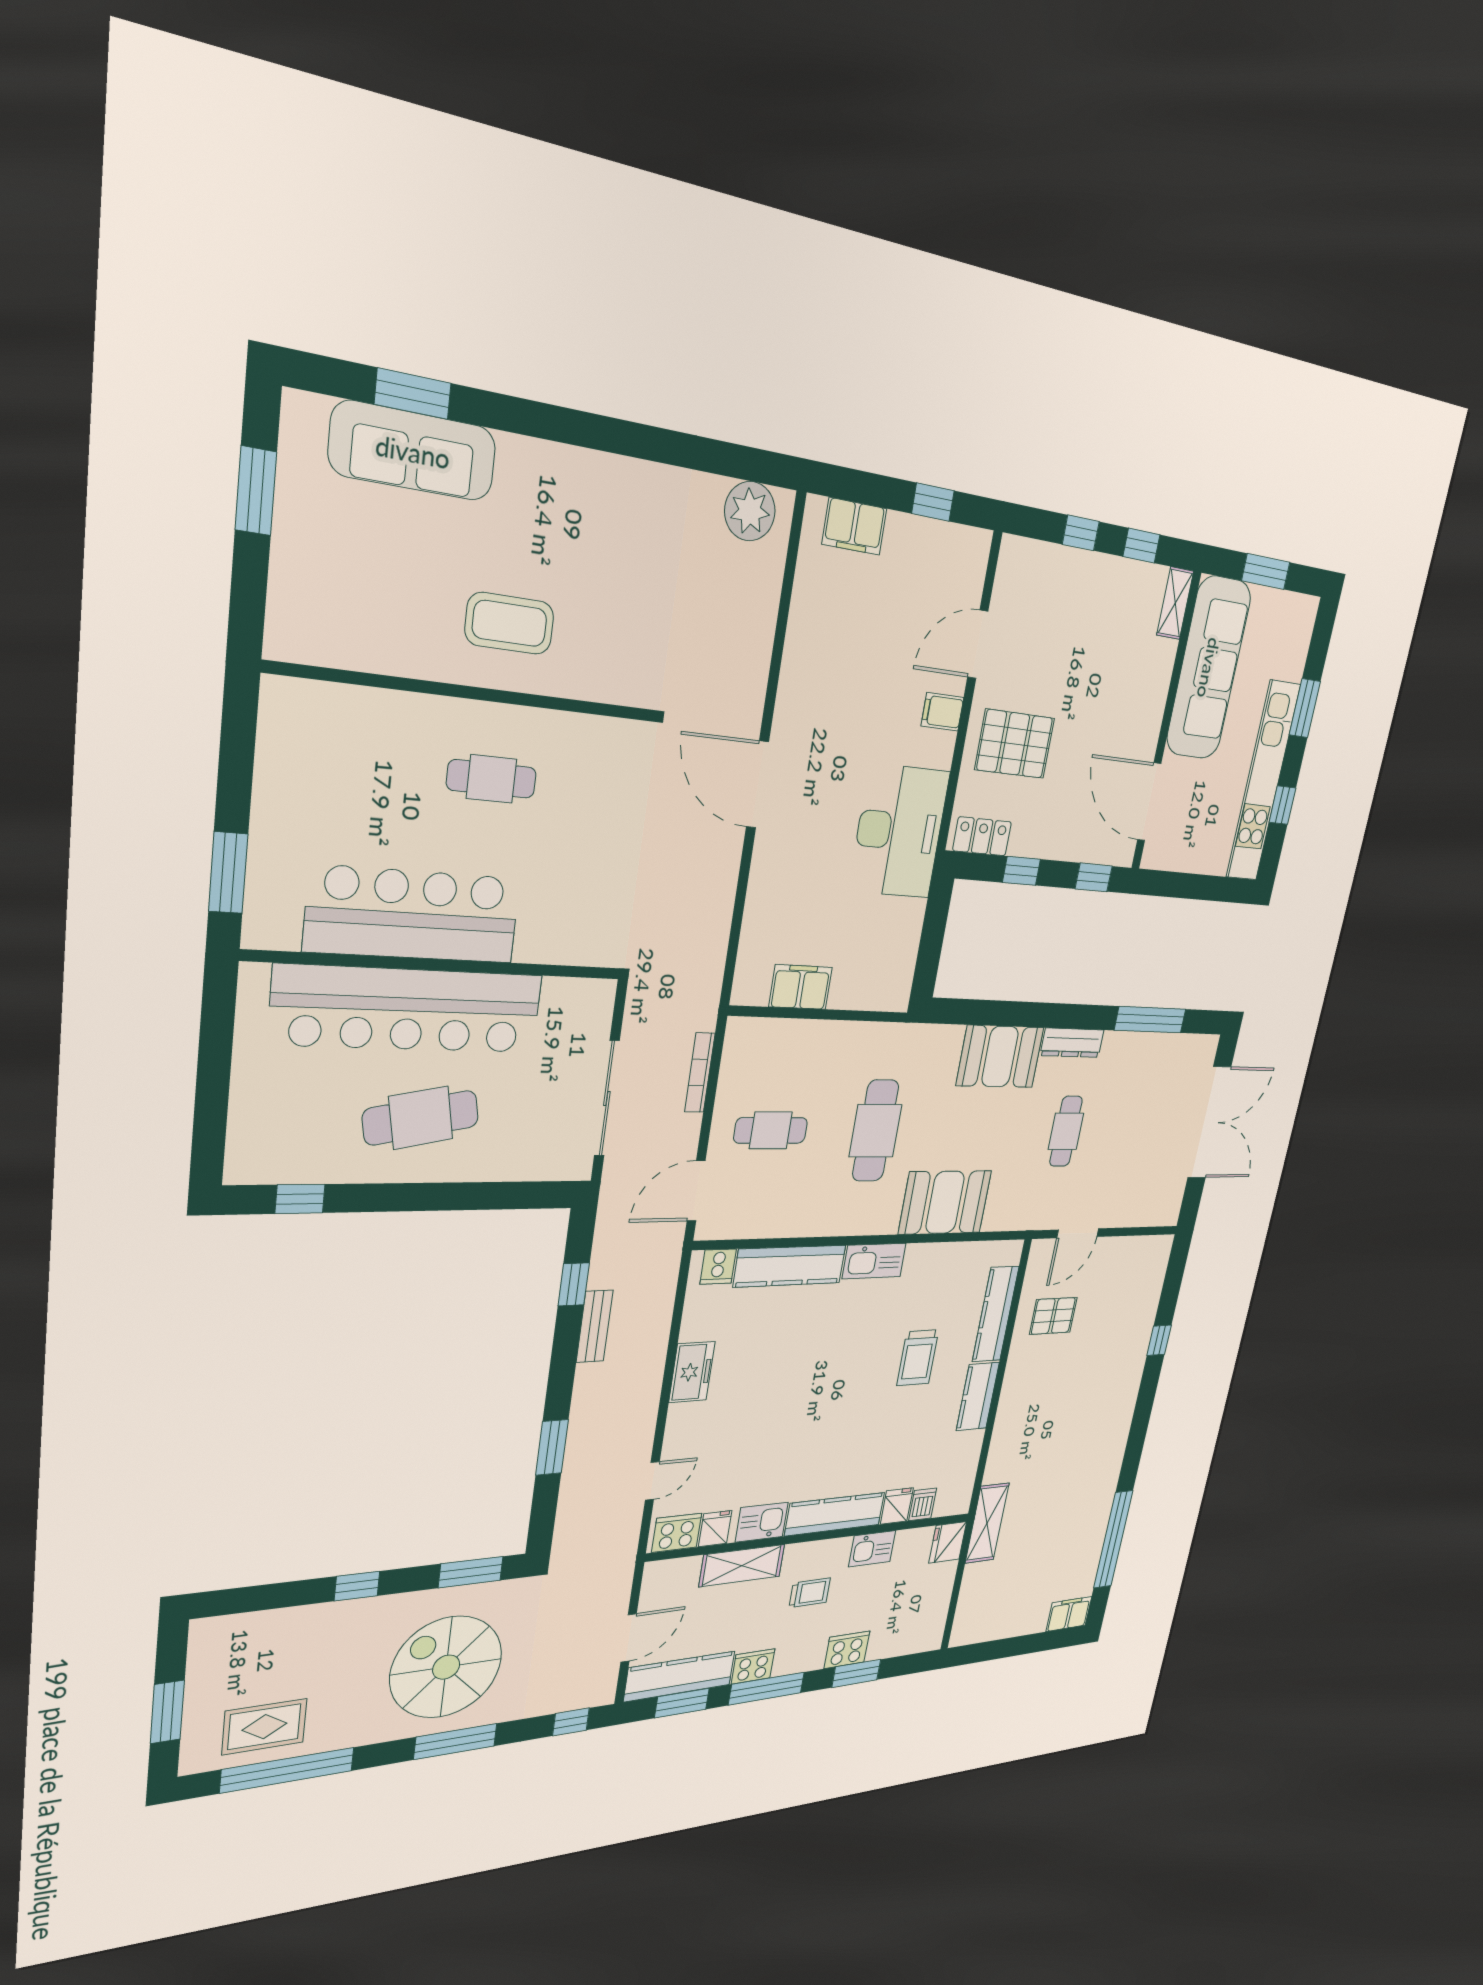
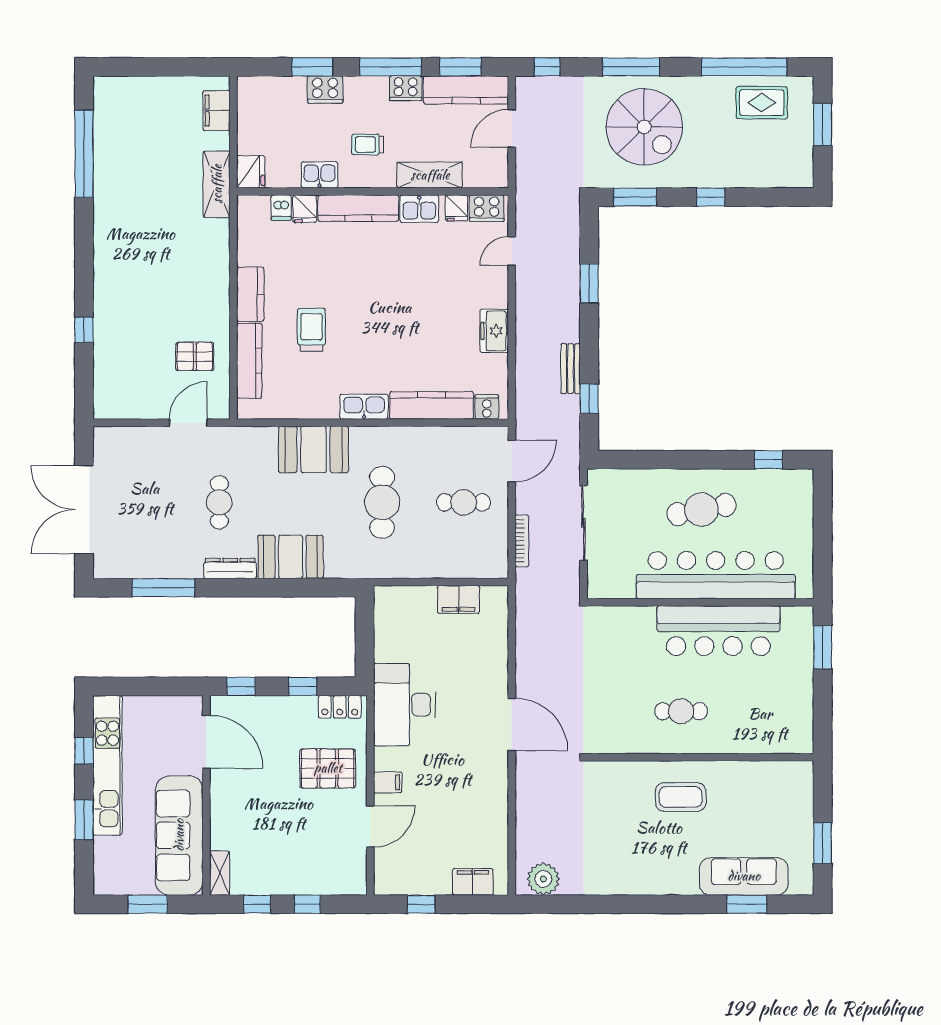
filing cabinet: (1069, 1614) -> (216, 111), moved, turned 90

